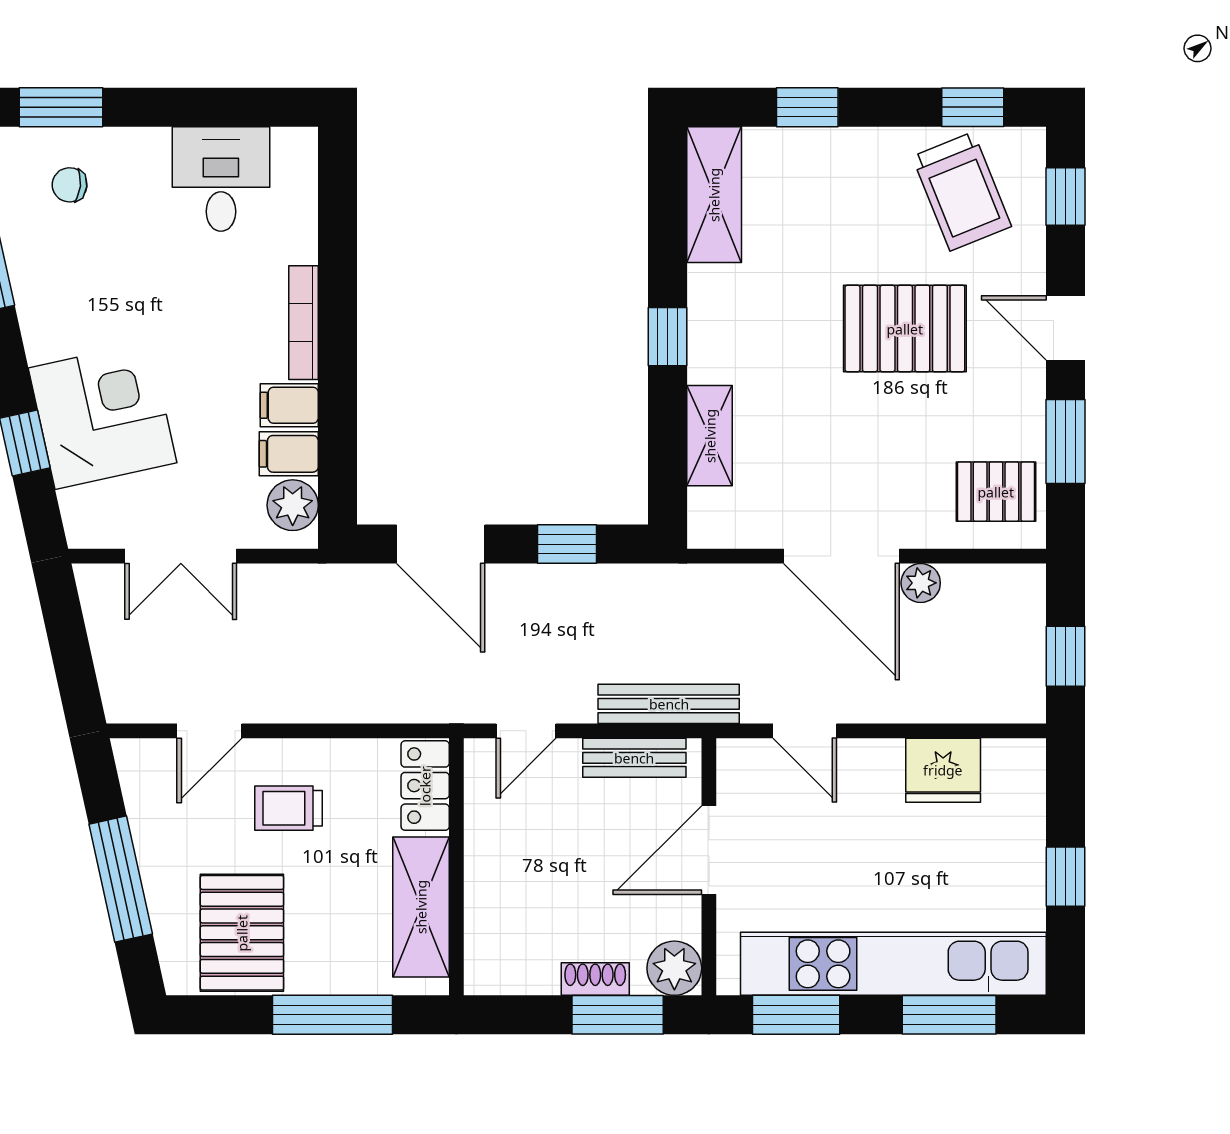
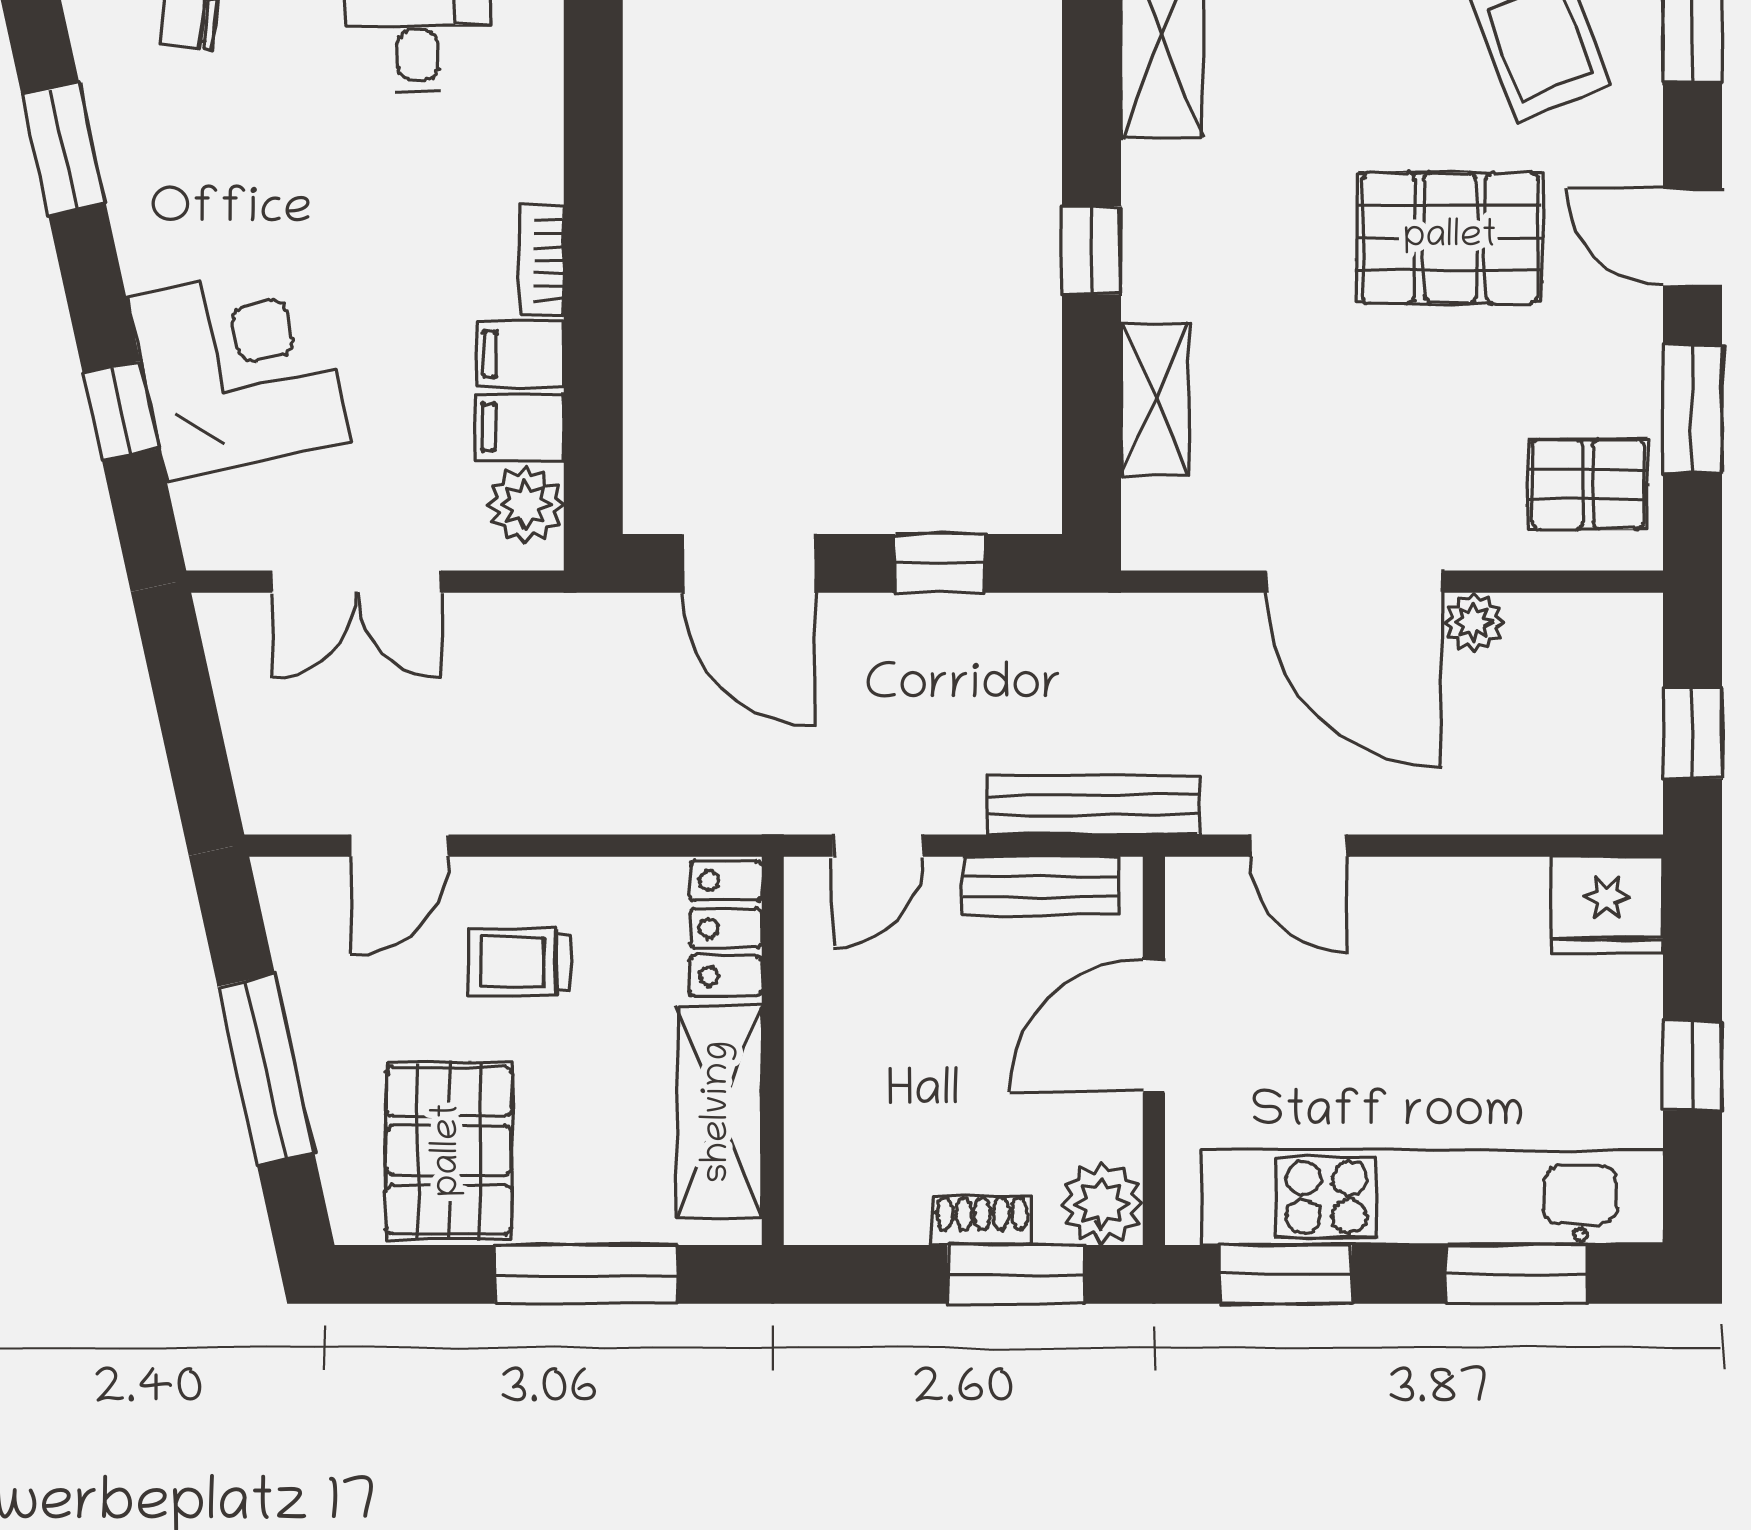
bookcase: (303, 323) -> (542, 260), width x0.64
fridge: (943, 770) -> (1607, 905), moved

